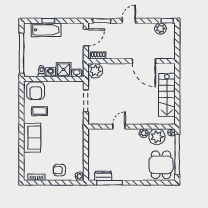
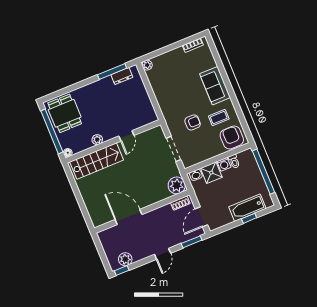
stairs: (167, 95) -> (97, 161), moved, turned 90
plant: (157, 137) -> (81, 142), removed
armchair: (59, 170) -> (193, 122), moved

